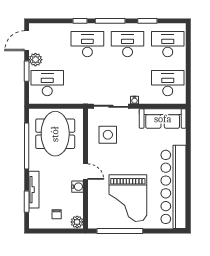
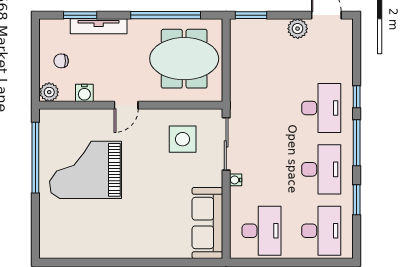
window: (27, 71) -> (251, 15), moved
desk: (47, 83) -> (262, 47), removed
water cooler: (78, 187) -> (84, 93), moved
bar counter: (173, 187) -> (103, 240), removed

